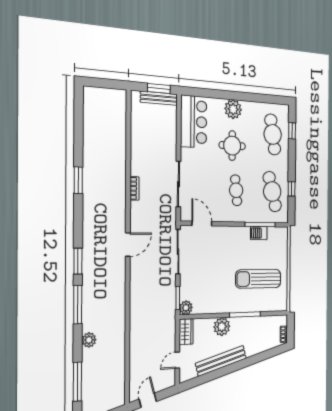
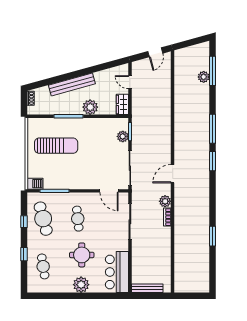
window: (159, 88) -> (147, 296), removed
window: (292, 131) -> (24, 254), moved
cafe table: (273, 134) -> (43, 266), width x0.73, depth x0.74
window: (78, 180) -> (212, 236), moved
plant: (137, 209) -> (165, 201), added
barbecue: (259, 233) -> (35, 184), moved
plant: (186, 308) -> (123, 136), moved
plant: (89, 340) -> (204, 77), moved
door: (177, 360) -> (130, 82), swing flipped
bench: (221, 361) -> (72, 84), moved

